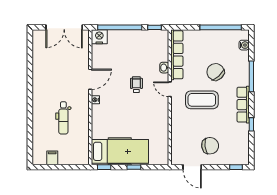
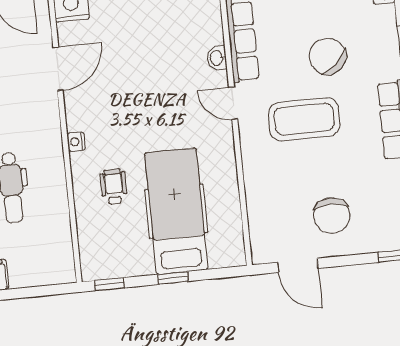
door: (90, 79) -> (58, 69), moved
wheelchair: (136, 85) -> (114, 186), moved
chair: (210, 146) -> (332, 216), turned 97
hospital bed: (120, 151) -> (176, 211), moved, turned -90

